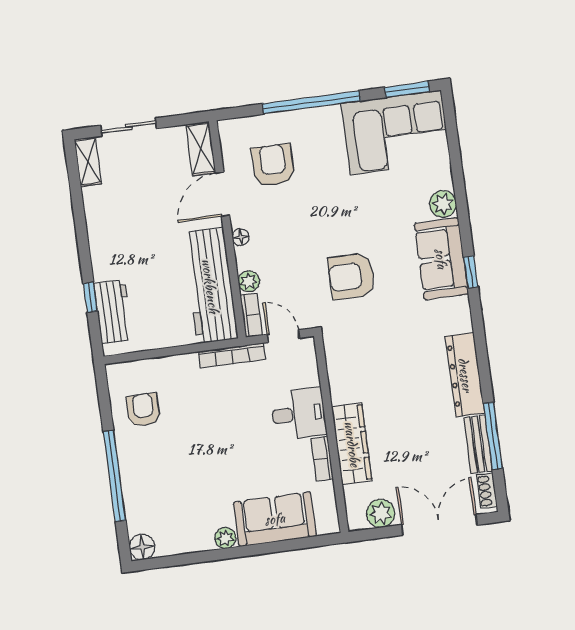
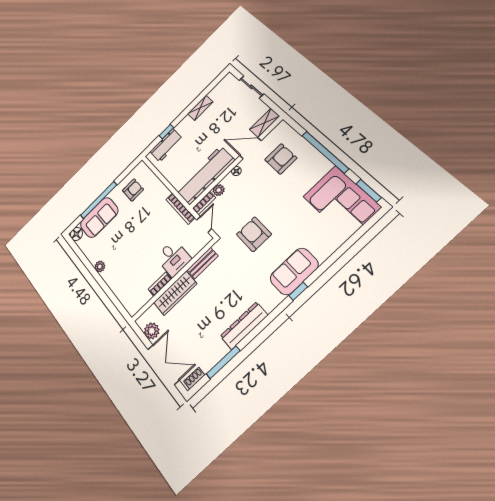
shelving: (88, 162) -> (200, 108), moved
plant: (443, 204) -> (323, 252), removed
bench: (478, 444) -> (203, 263), moved
sofa: (275, 519) -> (99, 217), moved, turned 90

